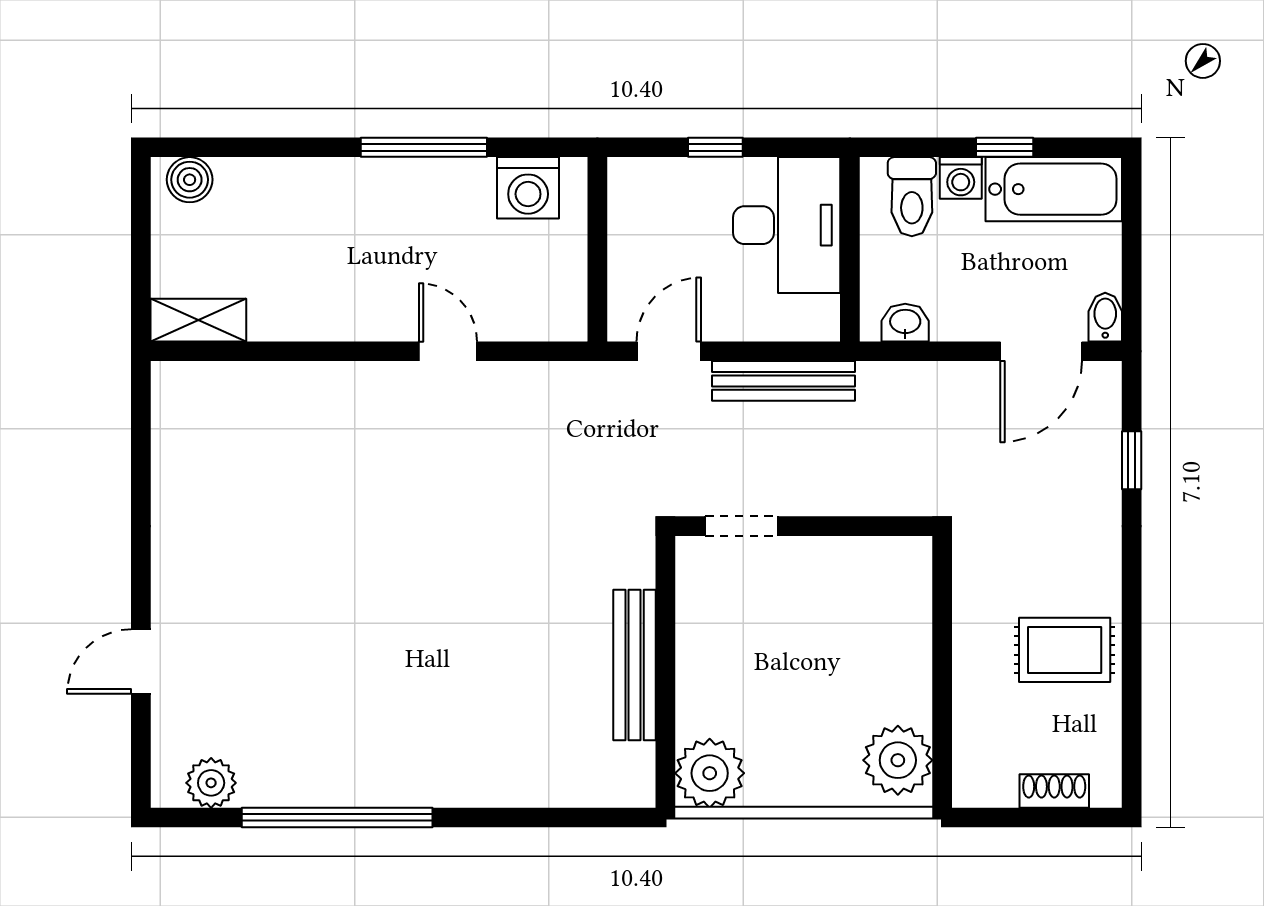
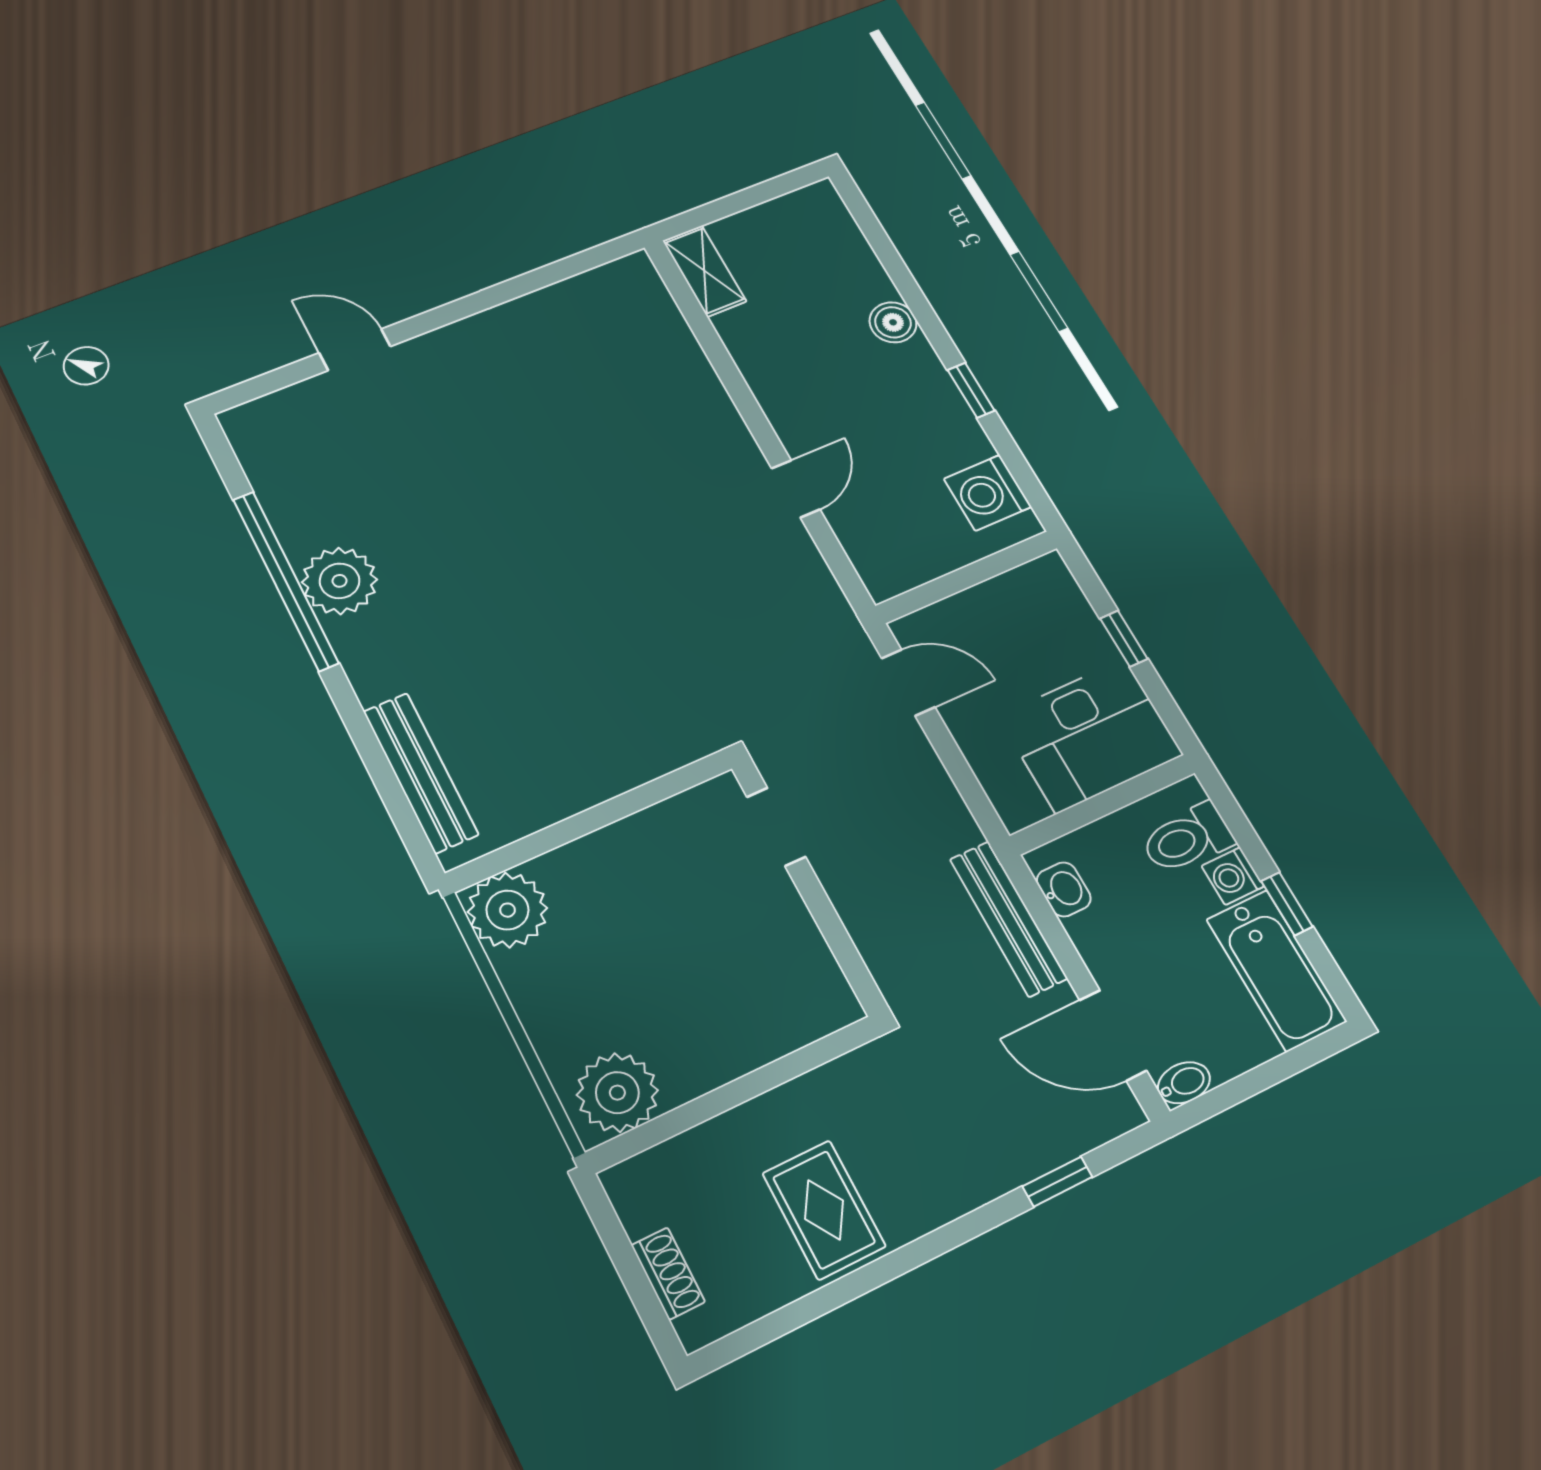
window: (424, 147) -> (971, 390), width x0.46
boiler: (190, 180) -> (893, 322), moved
bench: (784, 381) -> (1008, 919), moved
bench: (635, 665) -> (421, 773), moved, turned 90
plant: (211, 783) -> (340, 581), moved, width x1.36, depth x1.36

